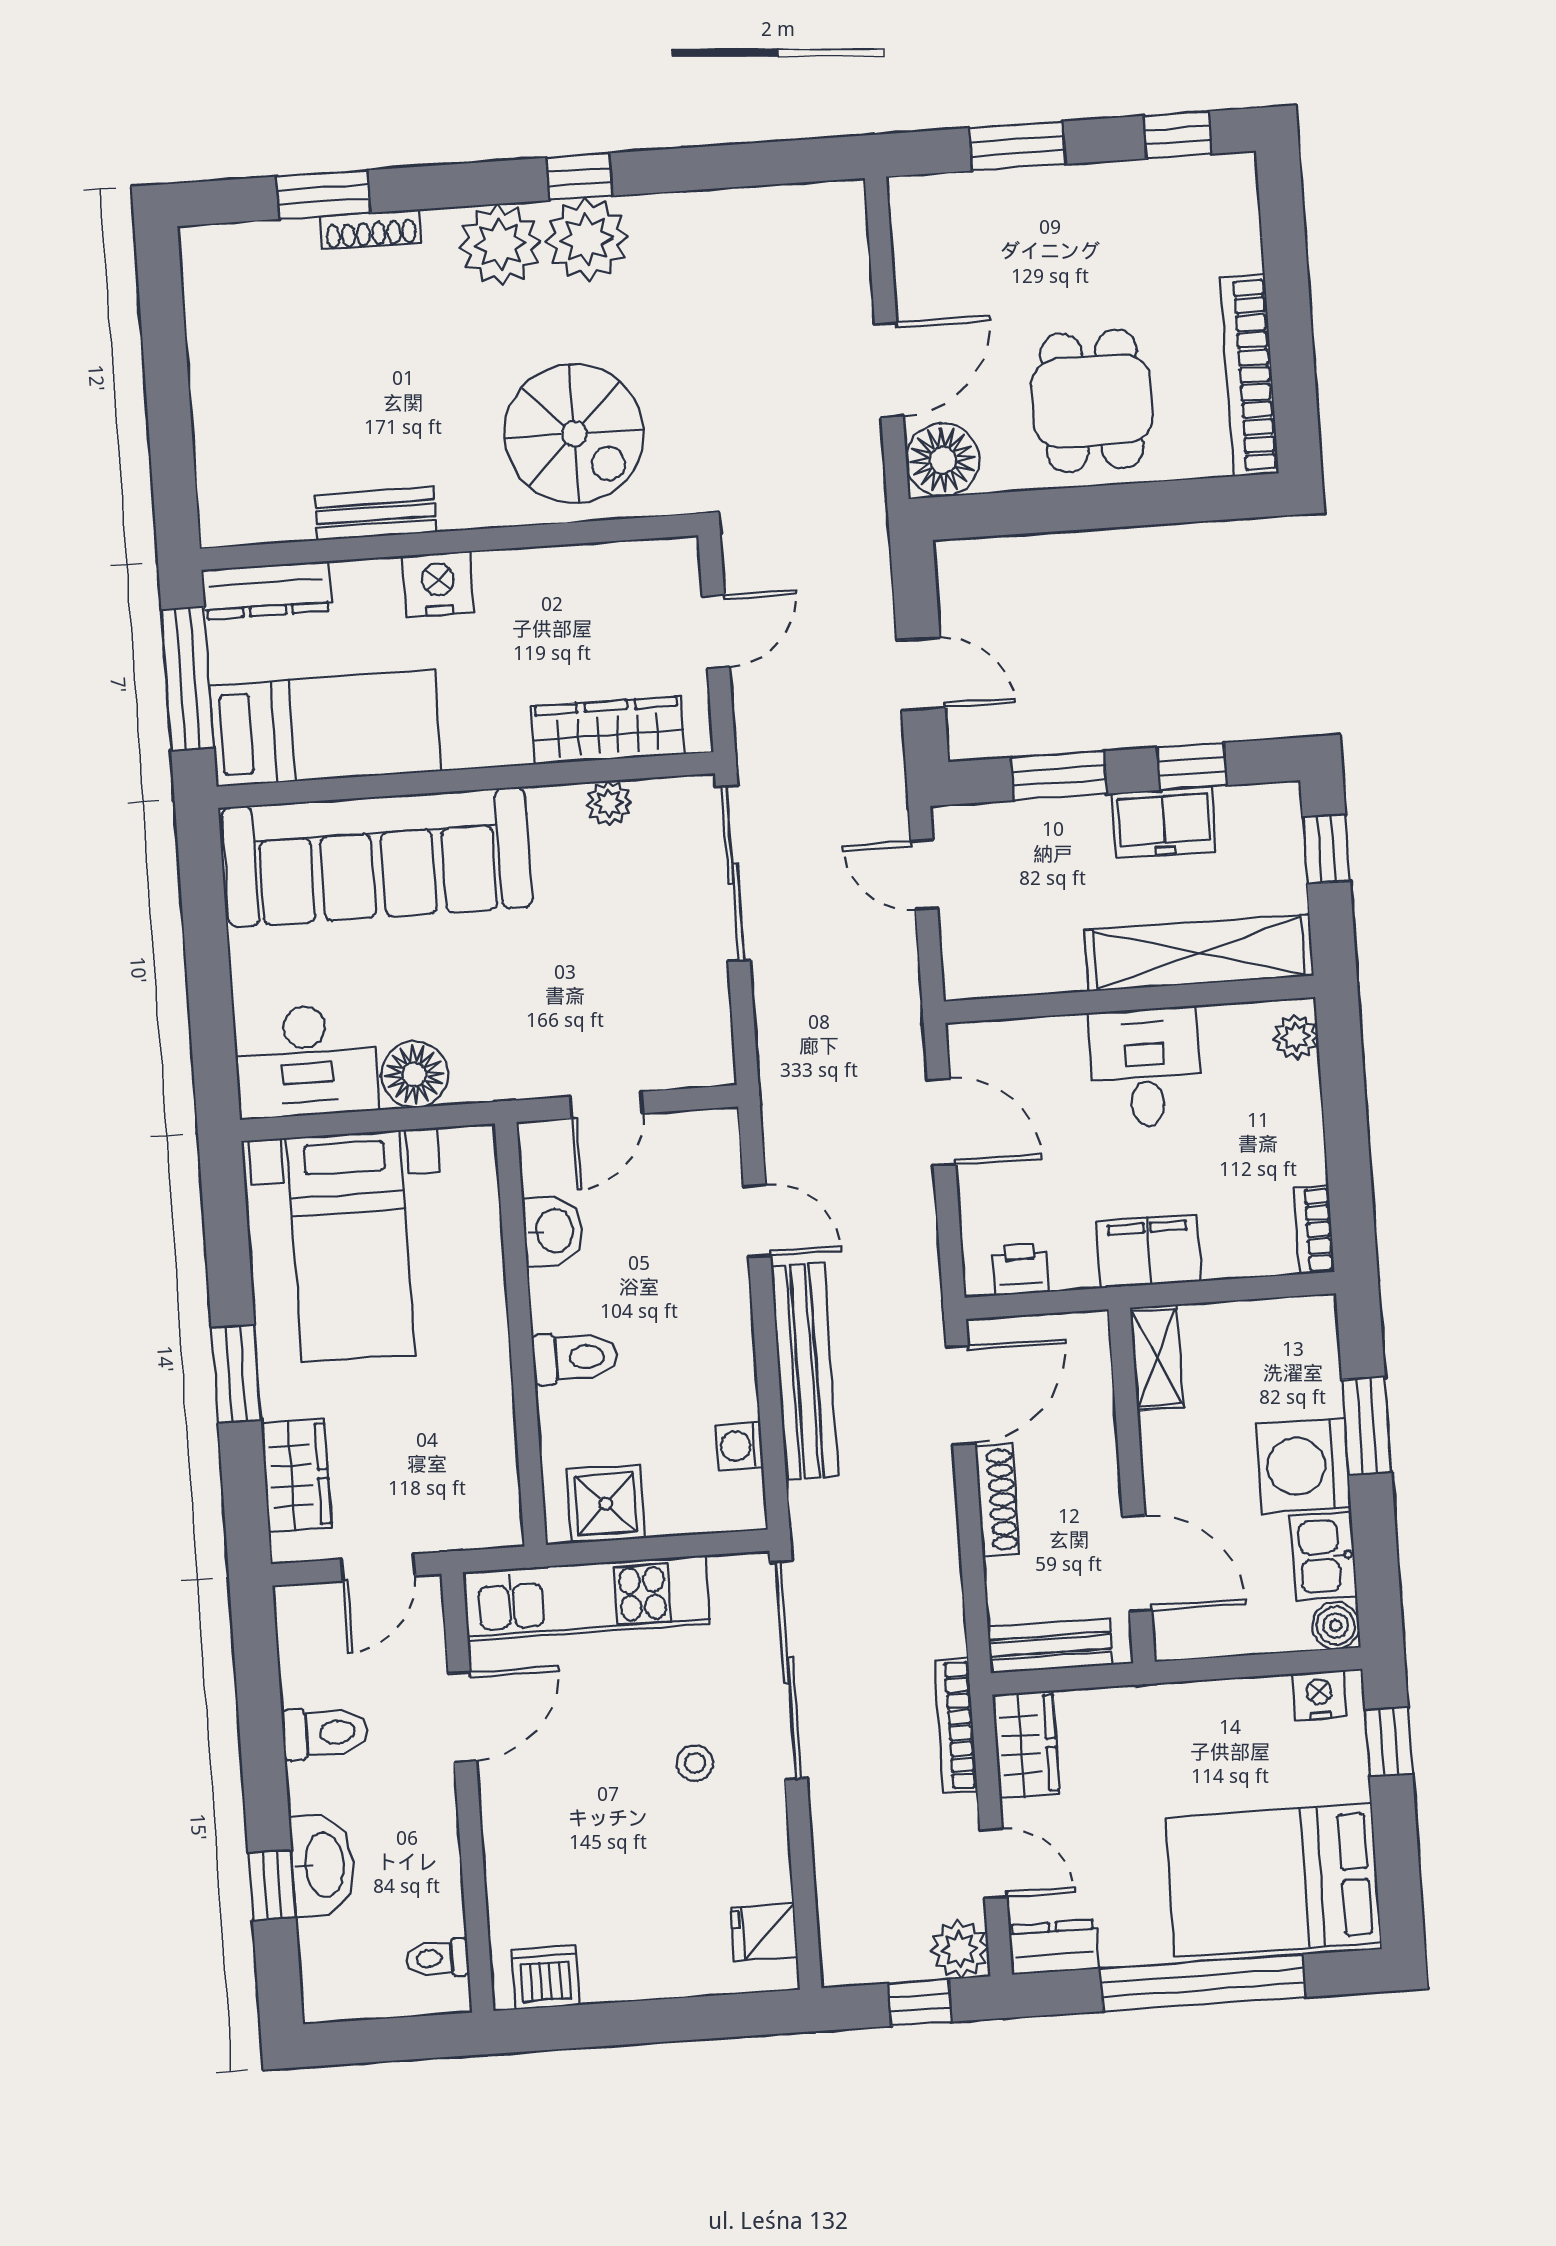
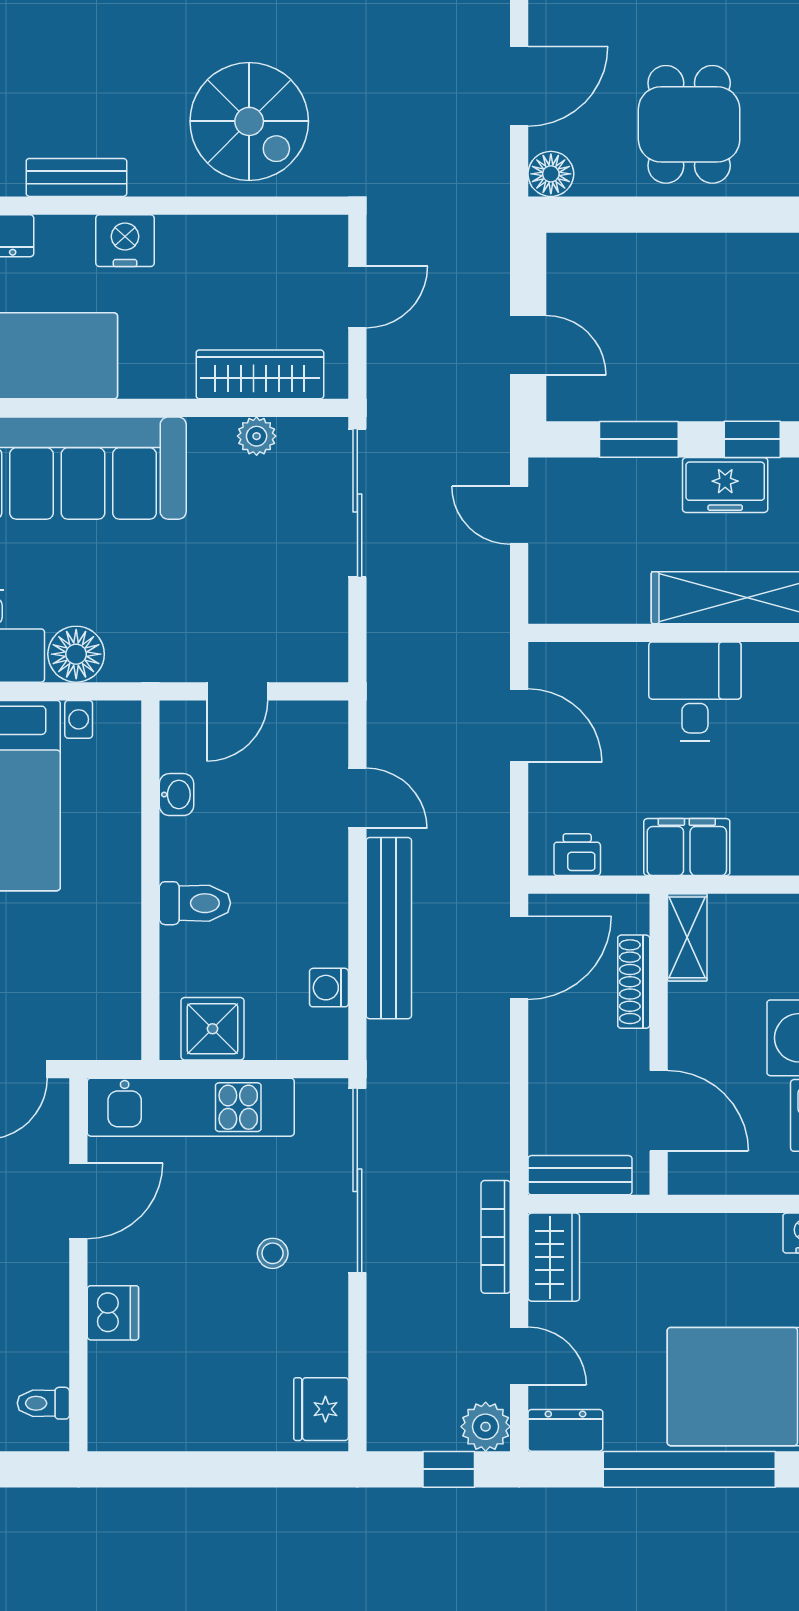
floor lamp: (943, 460) -> (551, 174), width x0.73, depth x0.73
washbasin: (553, 1231) -> (176, 795), width x0.72, depth x0.69
shoe rack: (997, 1500) -> (634, 982), moved, turned 180
fridge: (764, 1932) -> (321, 1409), width x1.38
dishwasher: (546, 1977) -> (113, 1313), moved, turned 90

